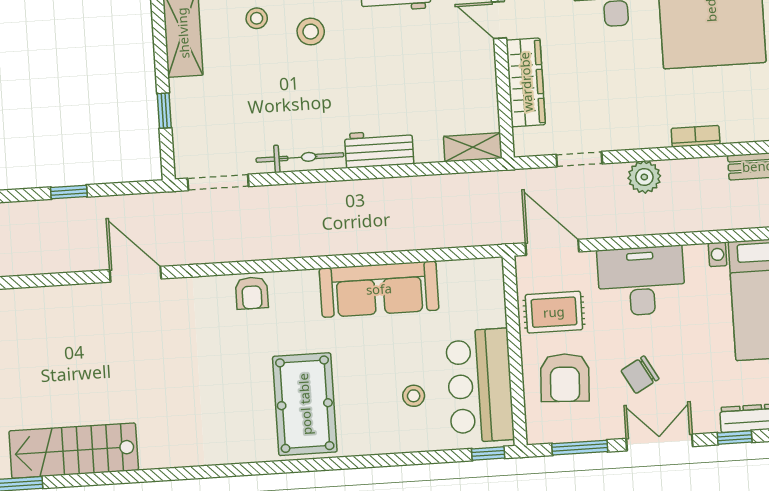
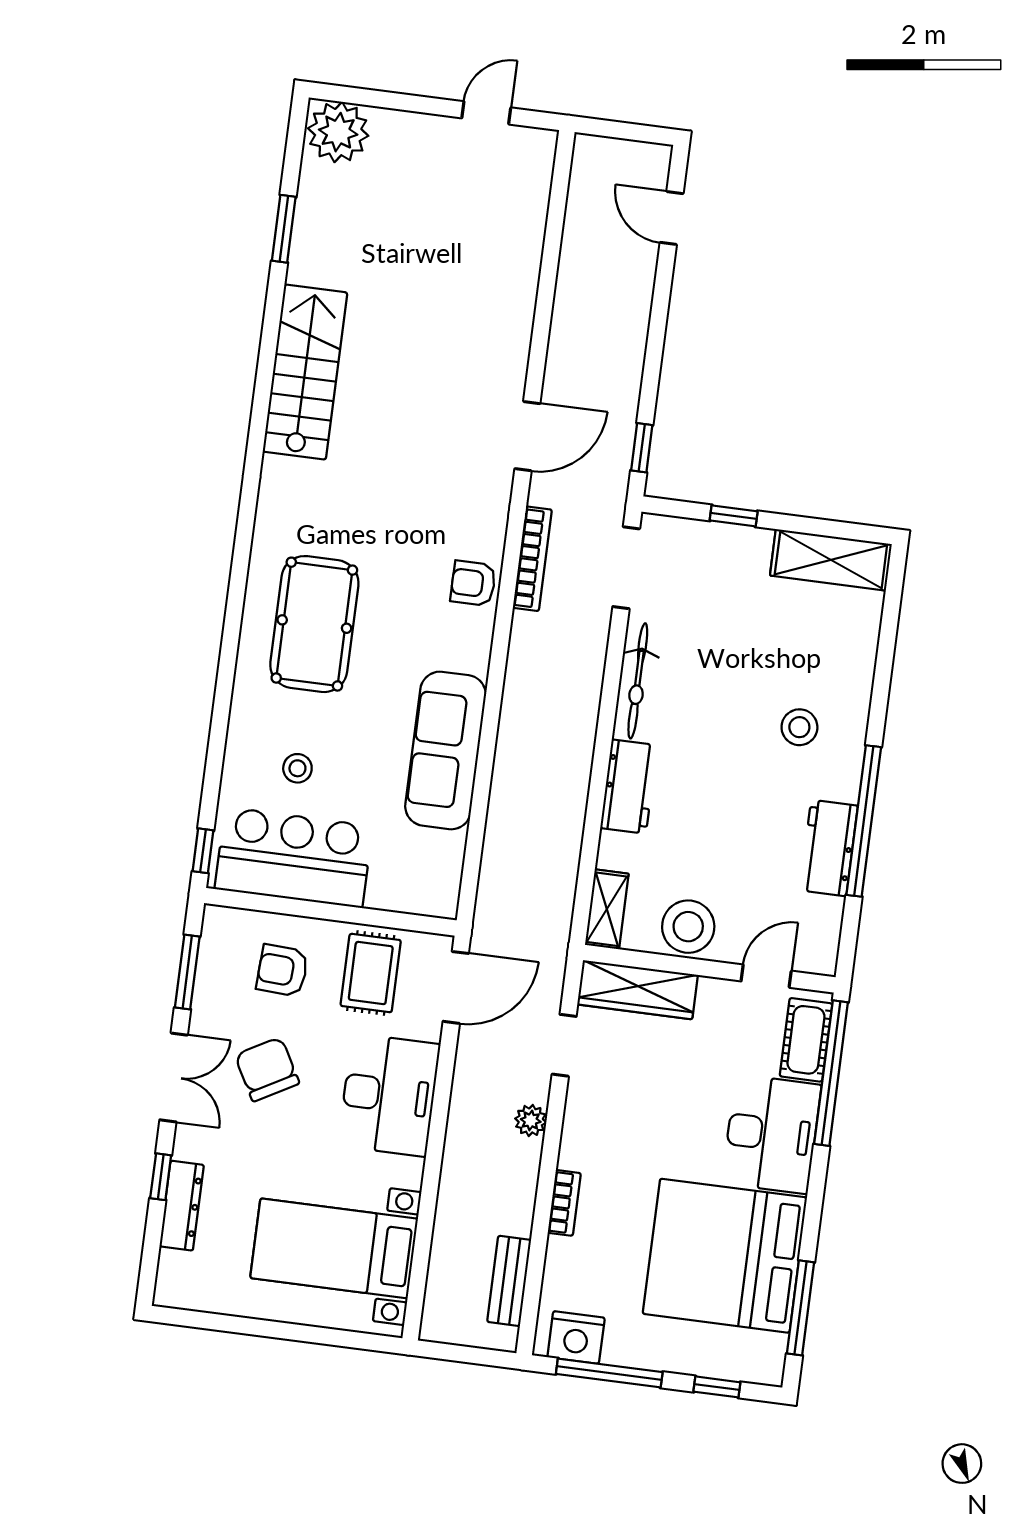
stool: (257, 18) -> (688, 927), moved, width x1.89, depth x1.89
wardrobe: (526, 82) -> (638, 990), moved
plant: (644, 177) -> (531, 1120), width x0.73, depth x0.73
window: (69, 192) -> (642, 448), moved
bookcase: (225, 253) -> (532, 559), added
chair: (640, 375) -> (267, 1069), width x1.37, depth x1.37
armchair: (565, 378) -> (282, 970), width x0.72, depth x0.72
pool table: (305, 404) -> (314, 624), turned 90
stairs: (74, 451) -> (305, 372), moved

